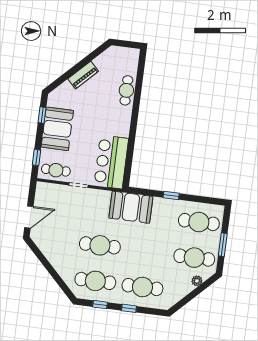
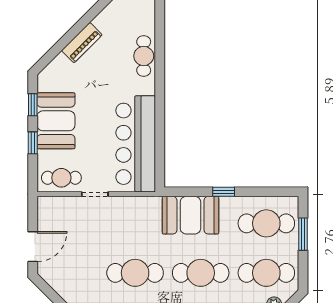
window: (37, 157) -> (33, 143), moved
bar counter: (111, 162) -> (136, 144), width x1.36
booth: (131, 207) -> (190, 215), moved
window: (223, 245) -> (303, 234), moved
cafe table: (147, 251) -> (201, 273), added

